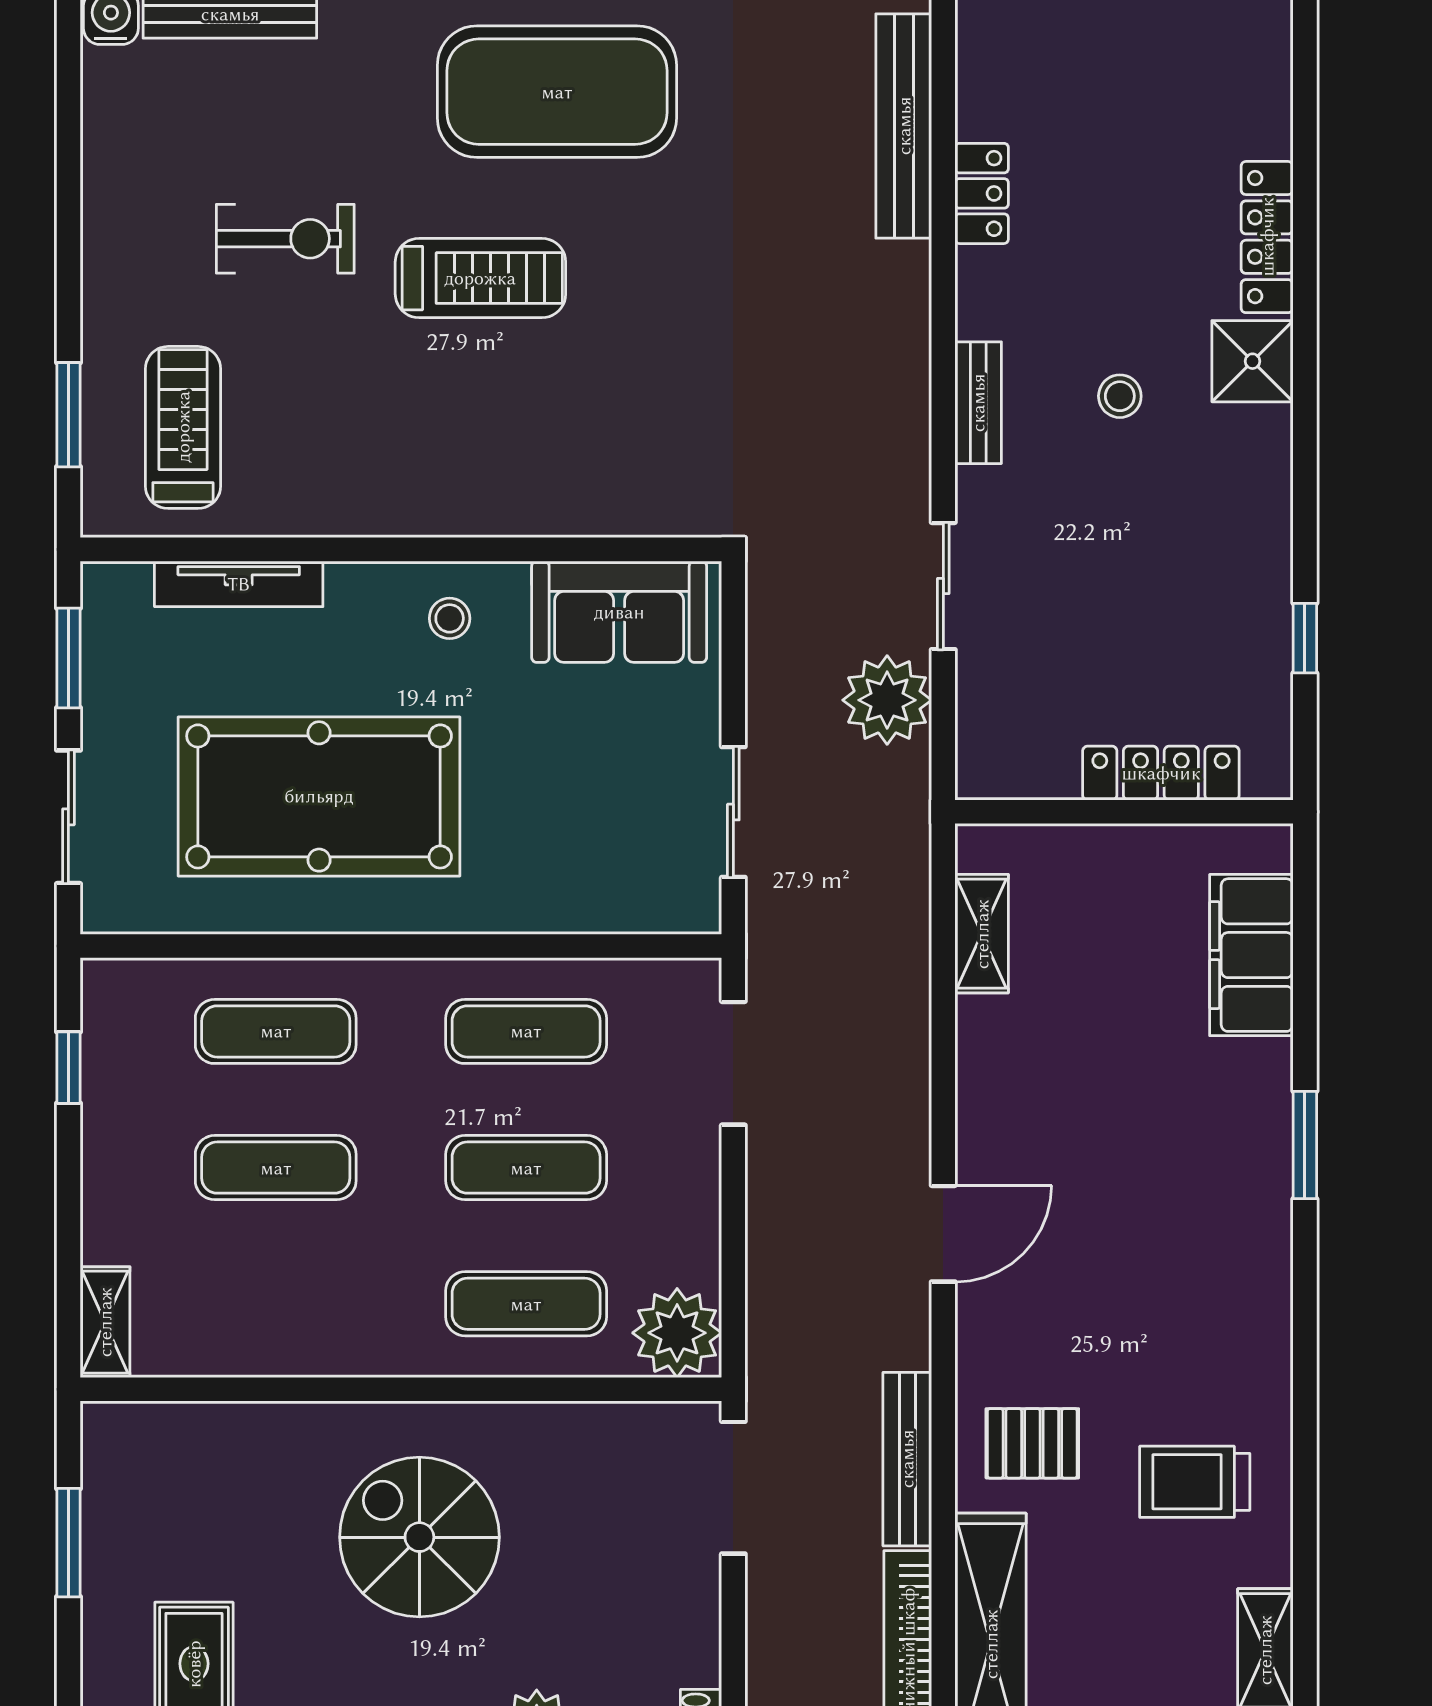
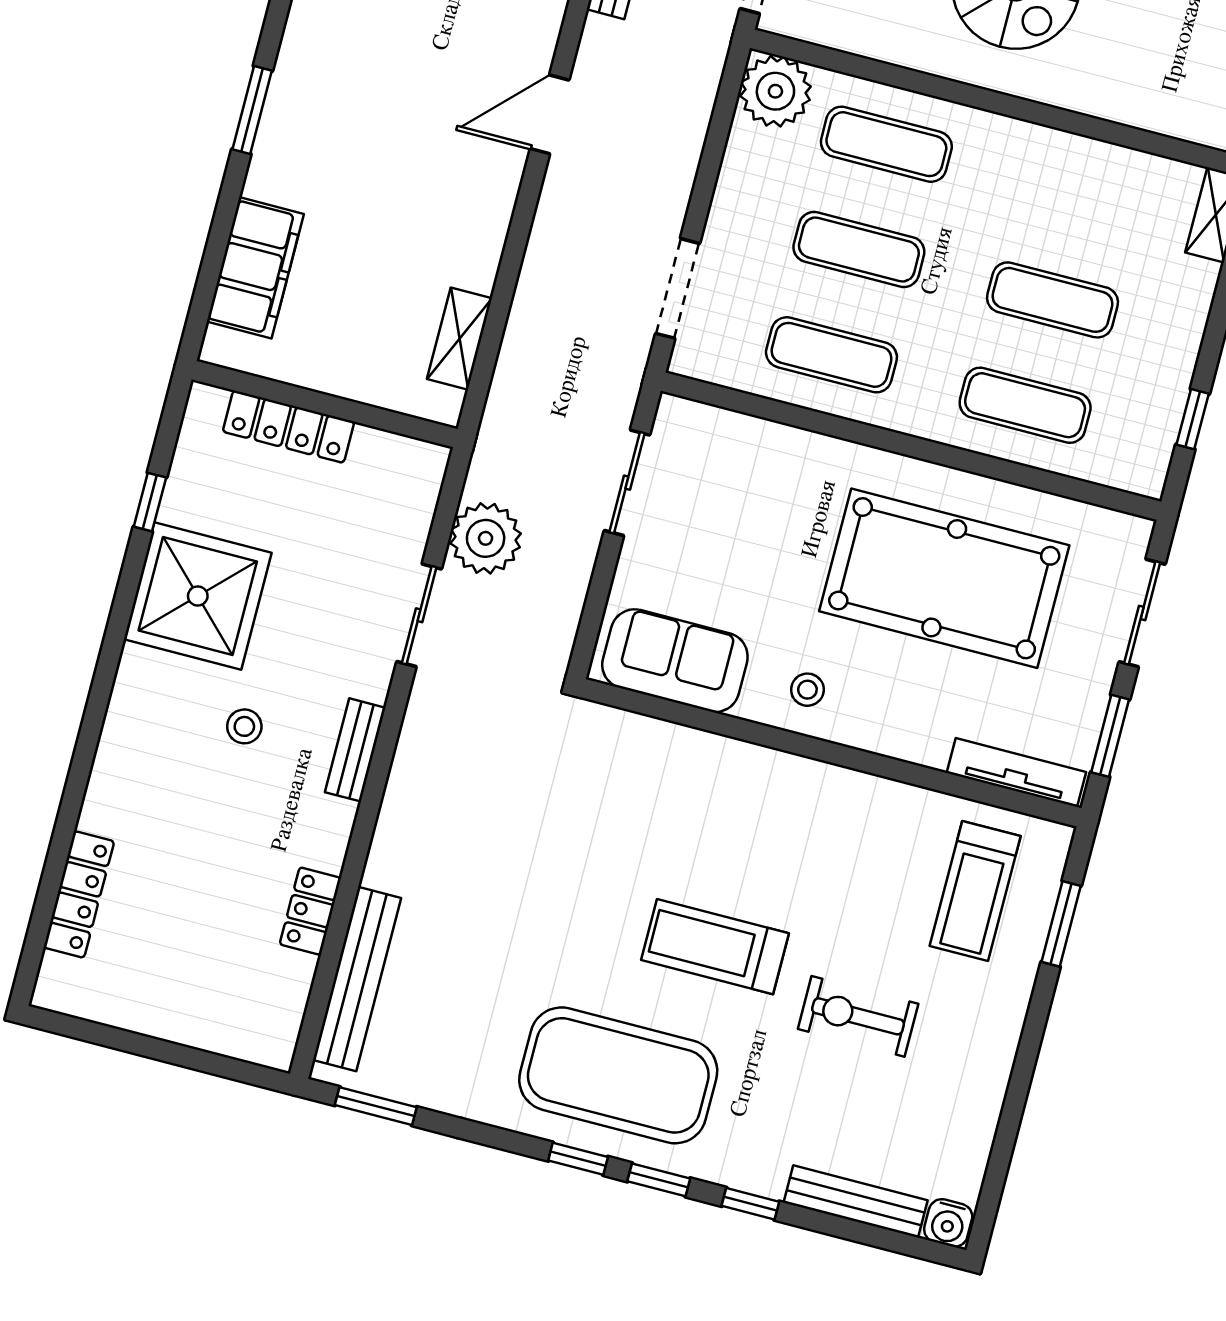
locker: (1267, 237) -> (79, 894), moved
shower: (1253, 361) -> (198, 596), moved, width x1.86, depth x1.86
tv unit: (239, 584) -> (1016, 773), moved

